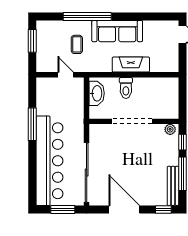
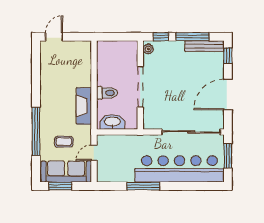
sofa: (117, 31) -> (66, 172), moved, turned -90
fireplace: (131, 65) -> (84, 106), moved

